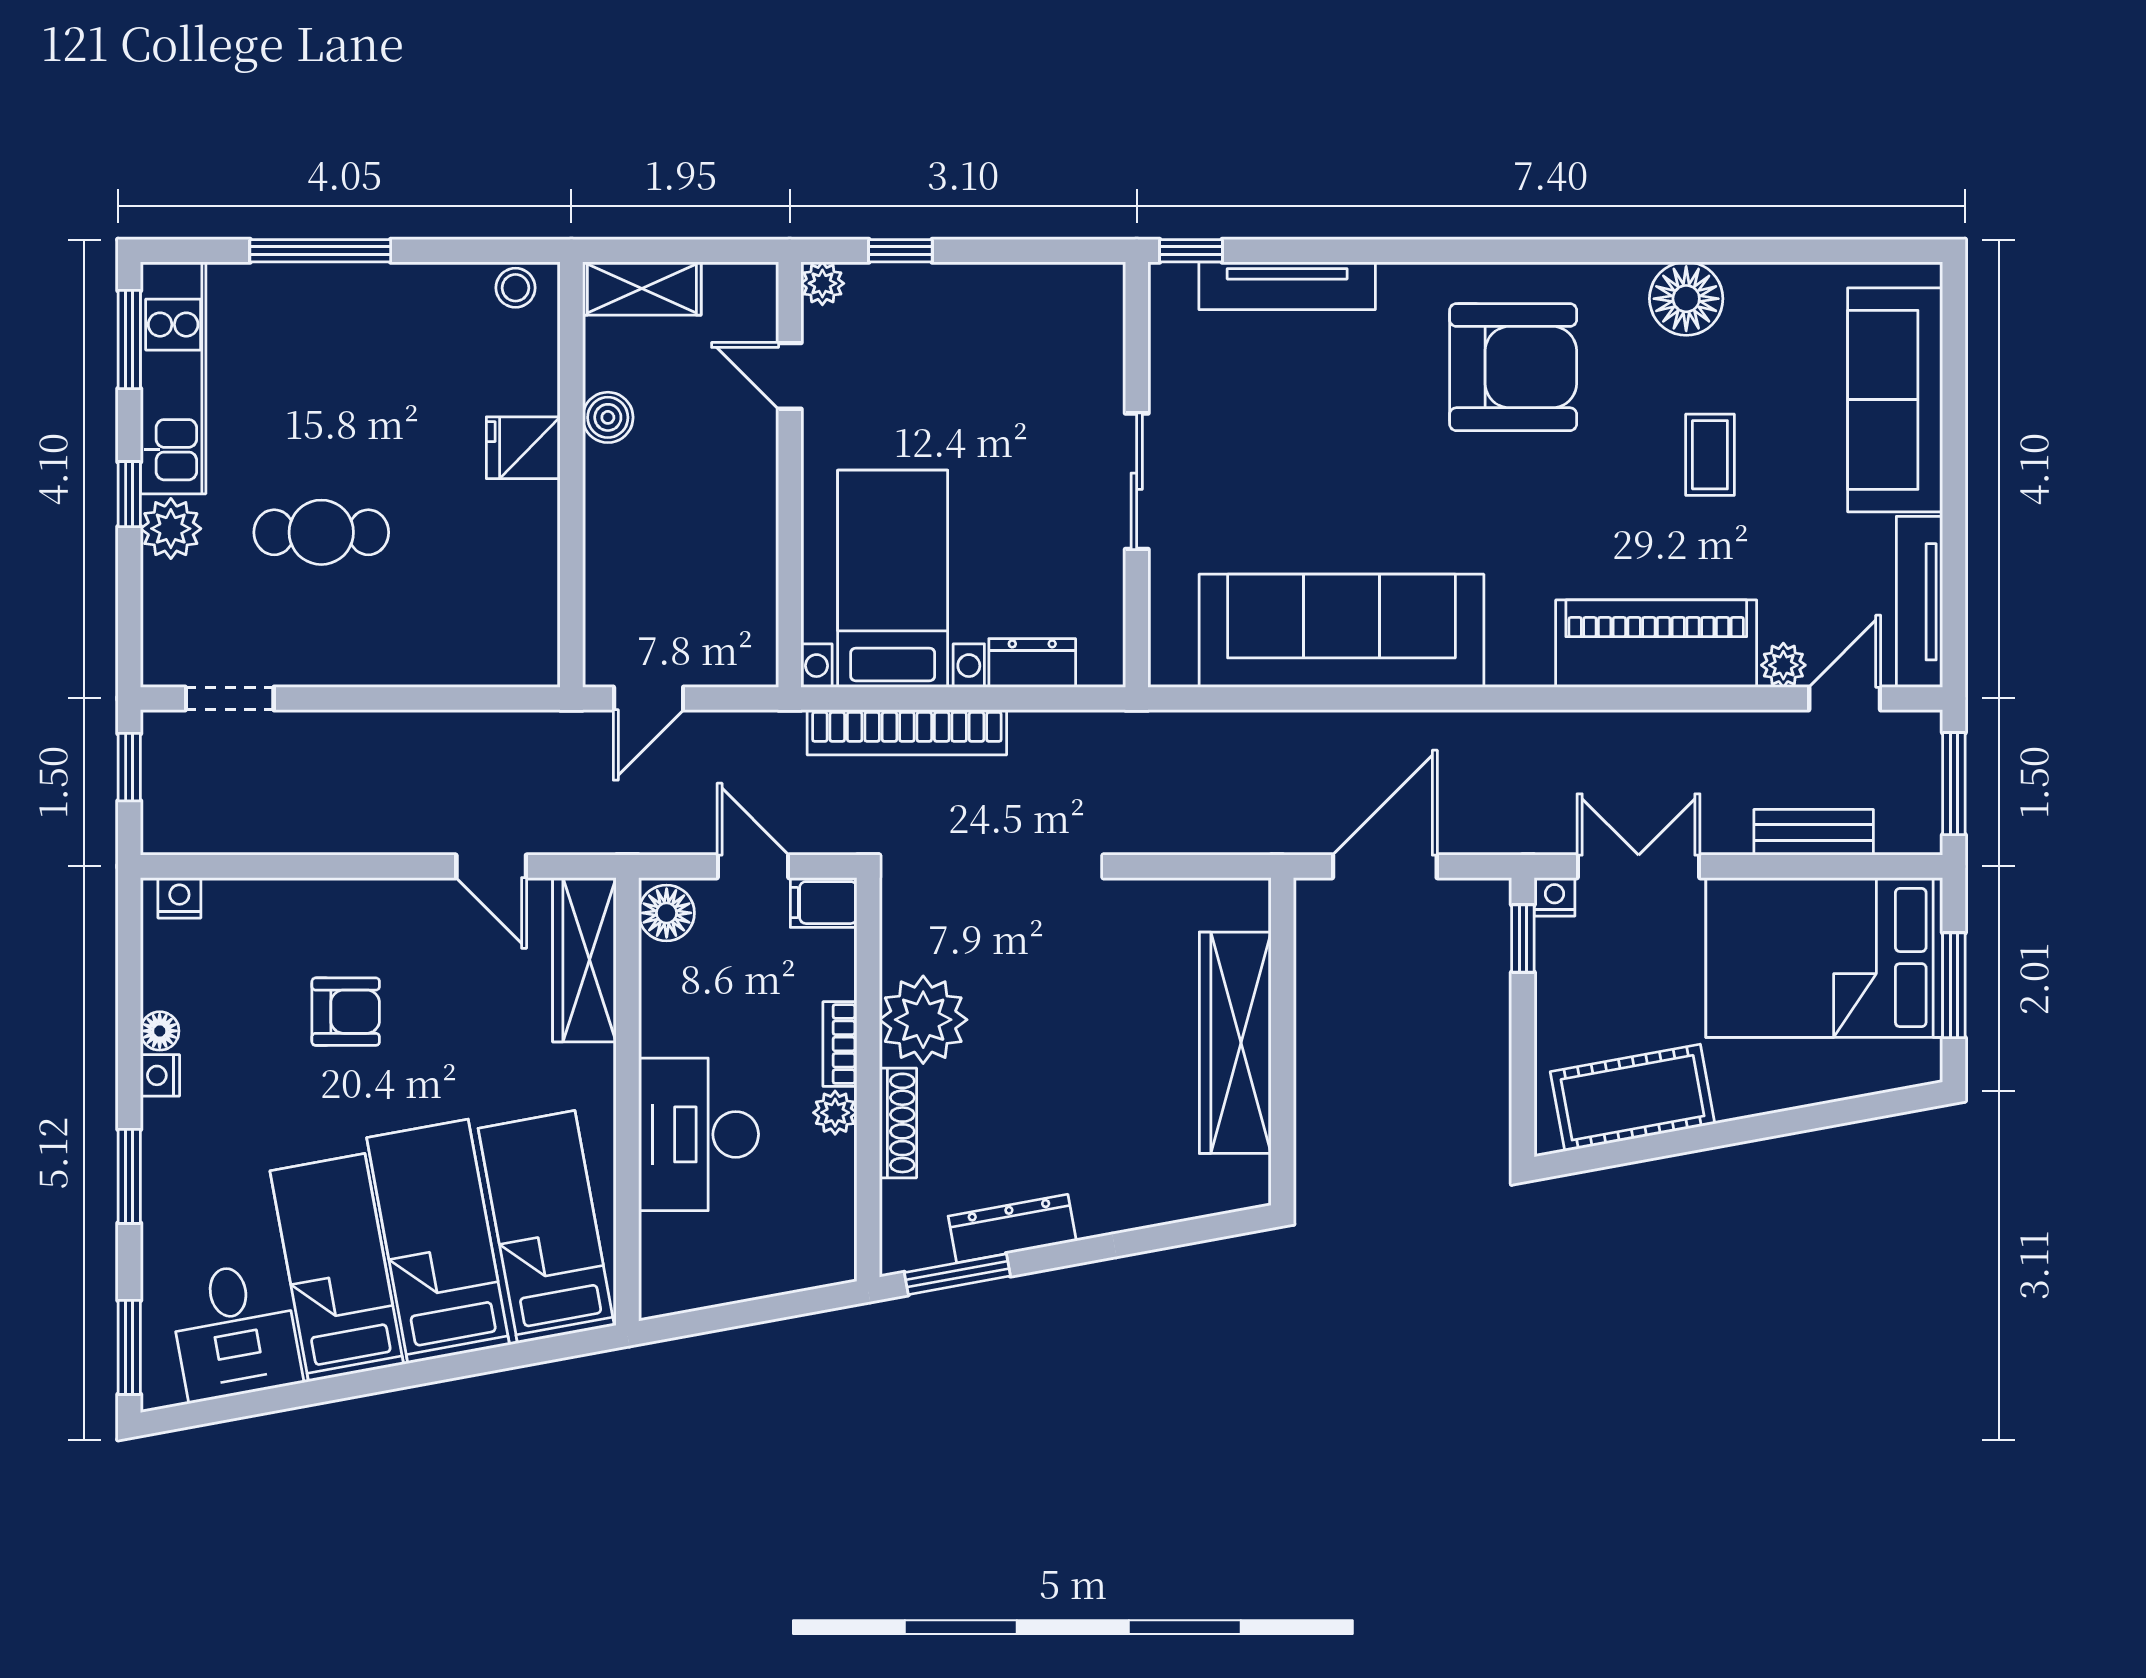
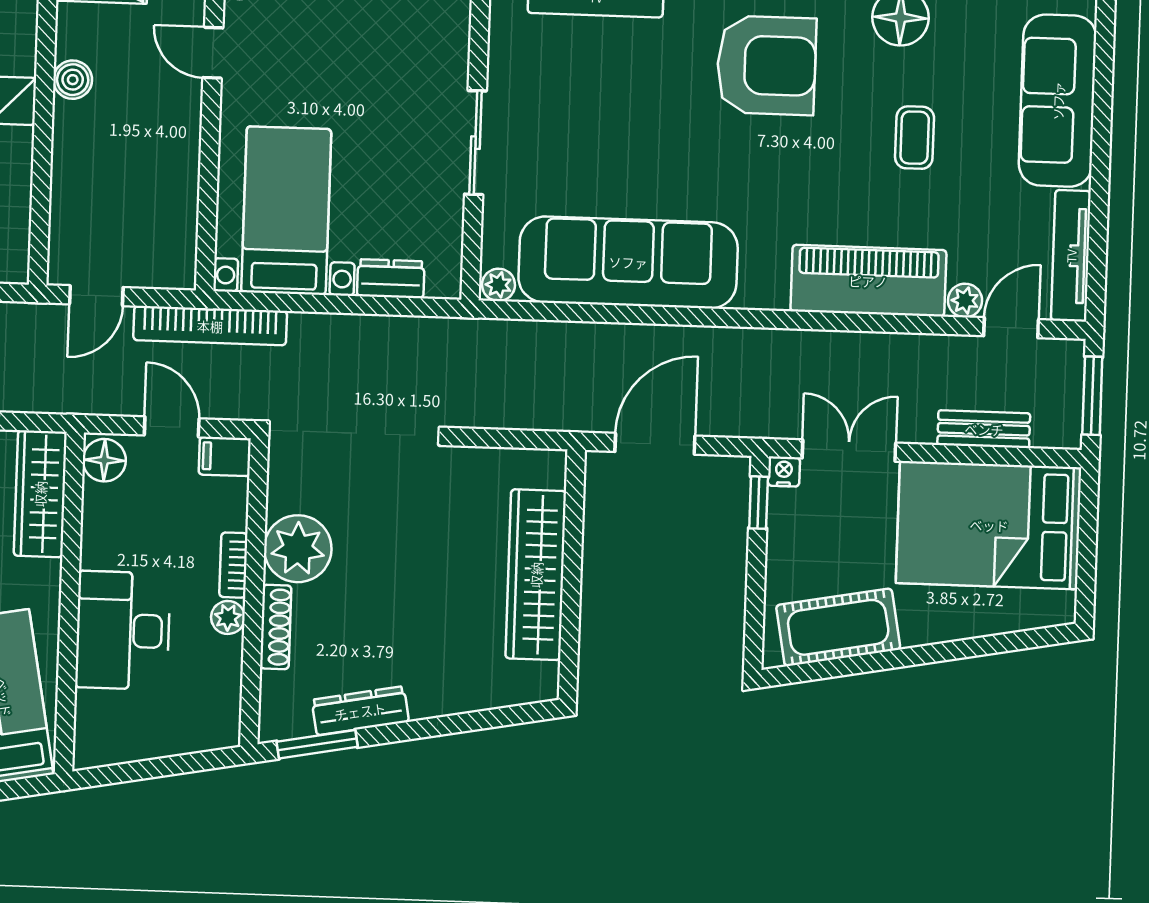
plant: (1173, 666) -> (498, 285), added
bookcase: (907, 732) -> (210, 326), moved
window: (1954, 985) -> (1087, 550), removed

